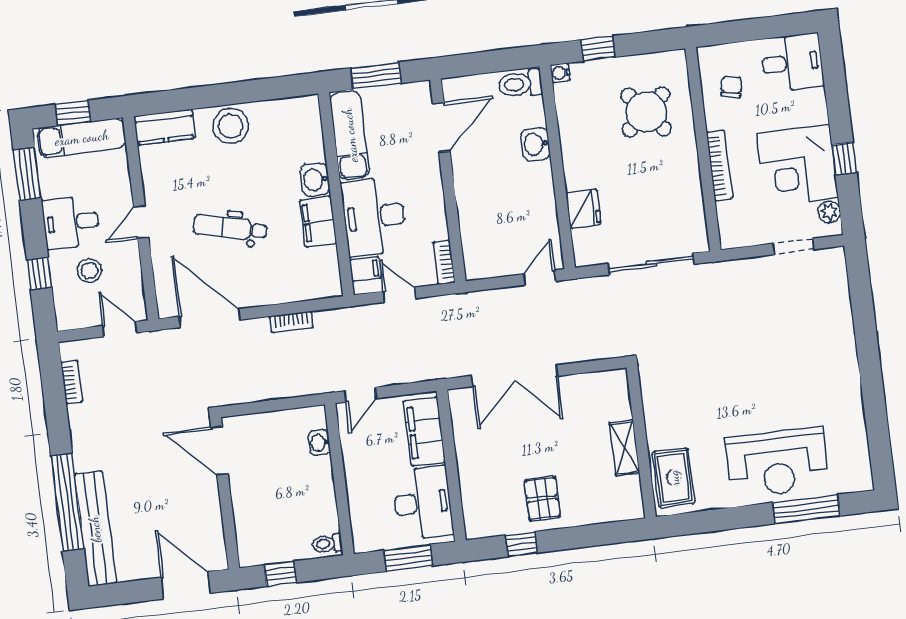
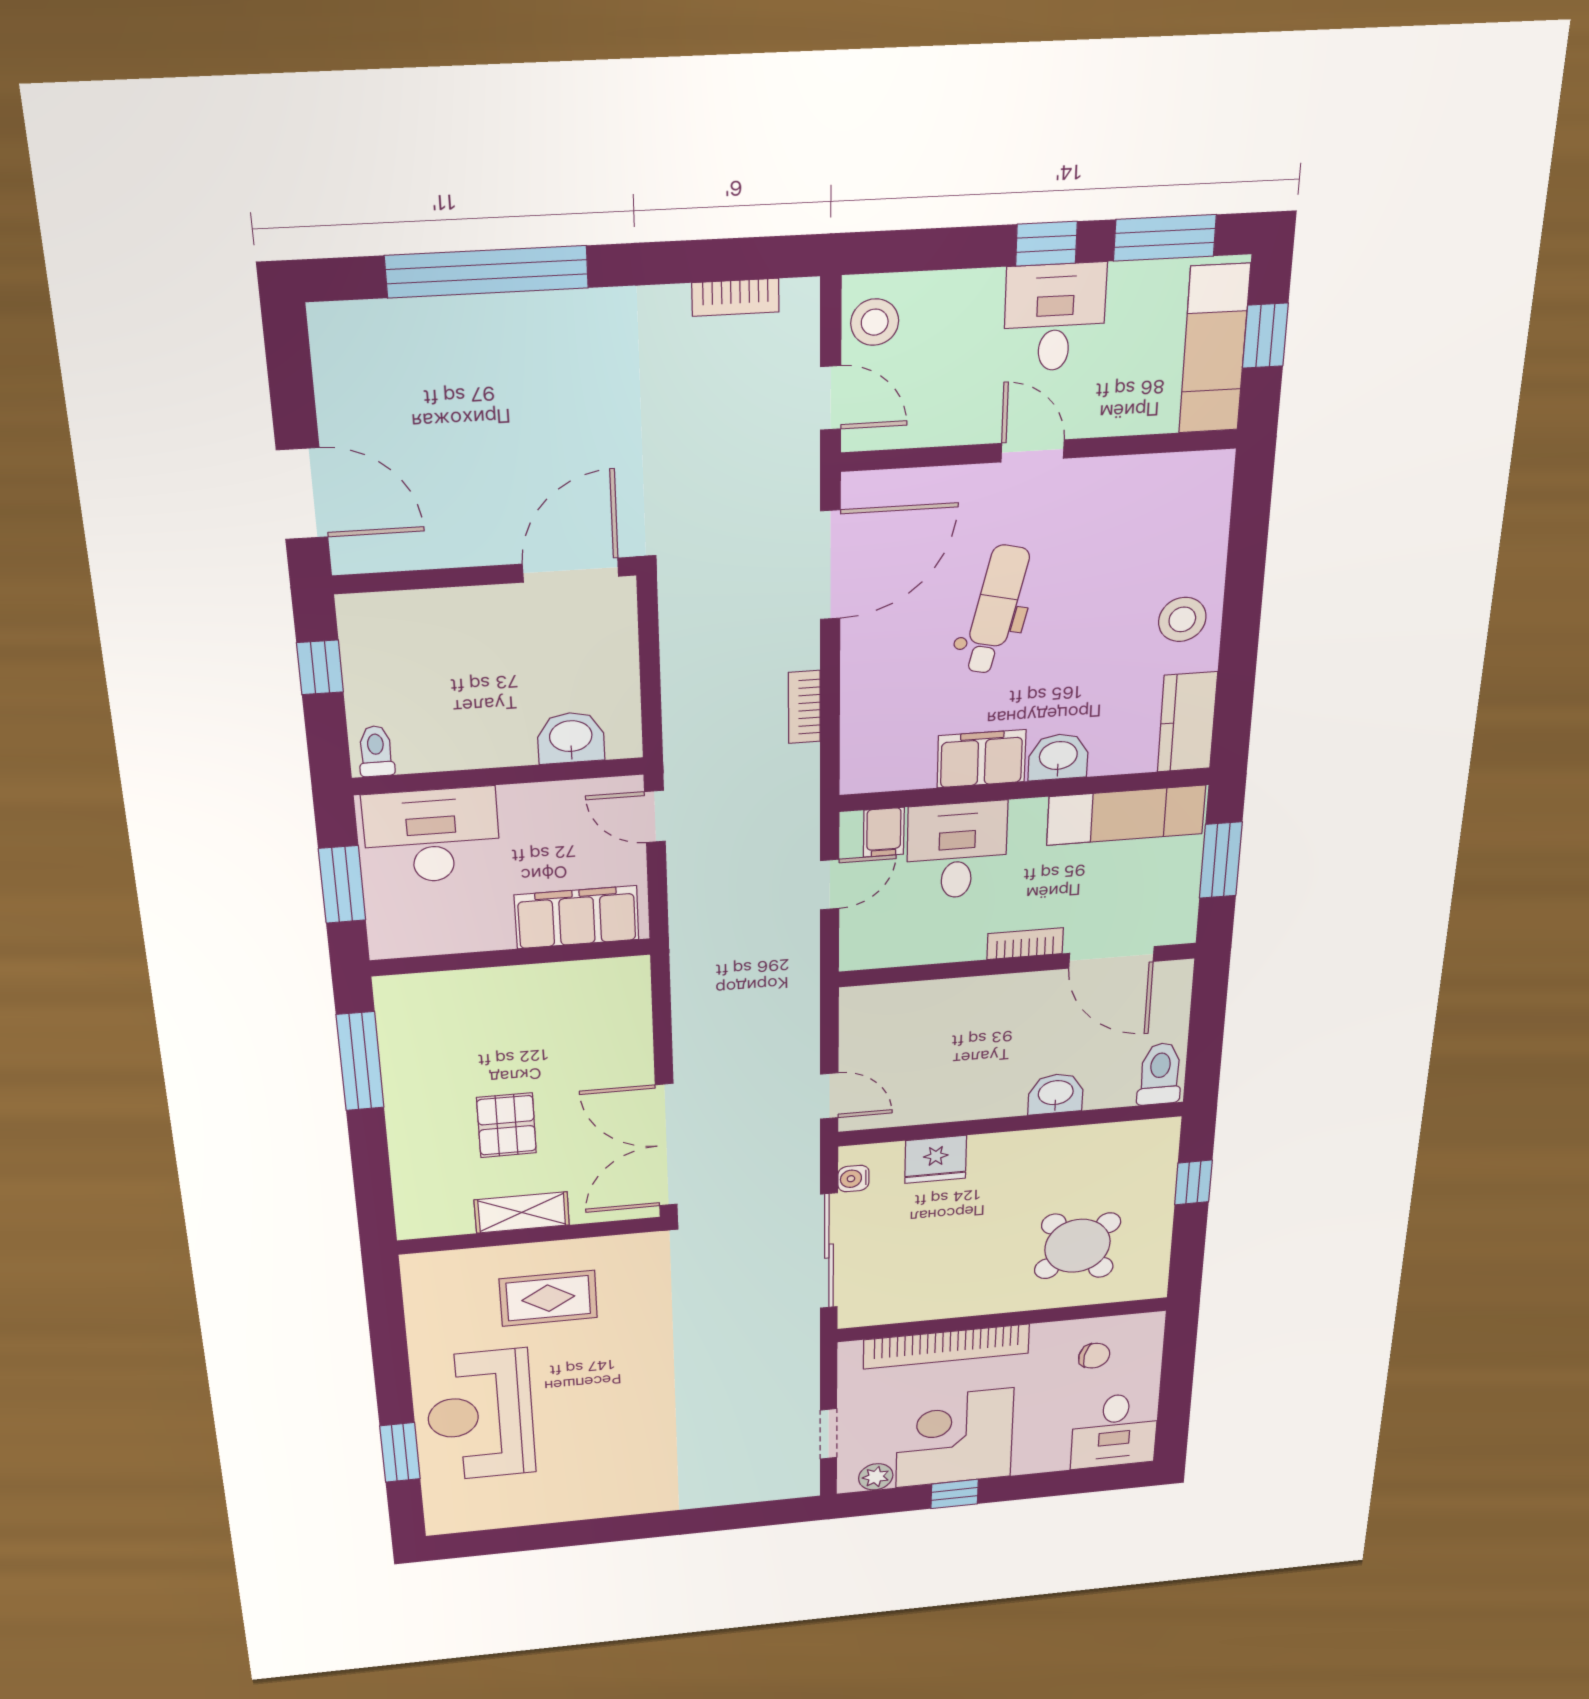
water cooler: (560, 73) -> (853, 1178), moved, turned -90
stool: (231, 126) -> (1182, 619), width x0.73, depth x0.73
kitchen counter: (164, 127) -> (1187, 722), moved
bookcase: (719, 165) -> (946, 1347), width x1.48, depth x1.31
desk: (374, 217) -> (957, 851), width x0.73
bookcase: (444, 262) -> (1025, 944), moved
stool: (89, 271) -> (875, 322), moved
window: (39, 274) -> (1046, 244), moved
door: (120, 329) -> (831, 398), hinge flipped
double door: (515, 376) -> (666, 1145), moved
washbasin: (319, 443) -> (571, 738), width x1.38, depth x1.45
rug: (674, 478) -> (548, 1298), moved
pallet: (542, 498) -> (506, 1125), moved, turned 90
desk: (423, 503) -> (432, 836), moved, turned 180
window: (806, 509) -> (400, 1452), width x0.69
bench: (95, 529) -> (428, 325), removed
window: (521, 544) -> (360, 1061), width x2.17
door: (186, 585) -> (302, 494), hinge flipped

